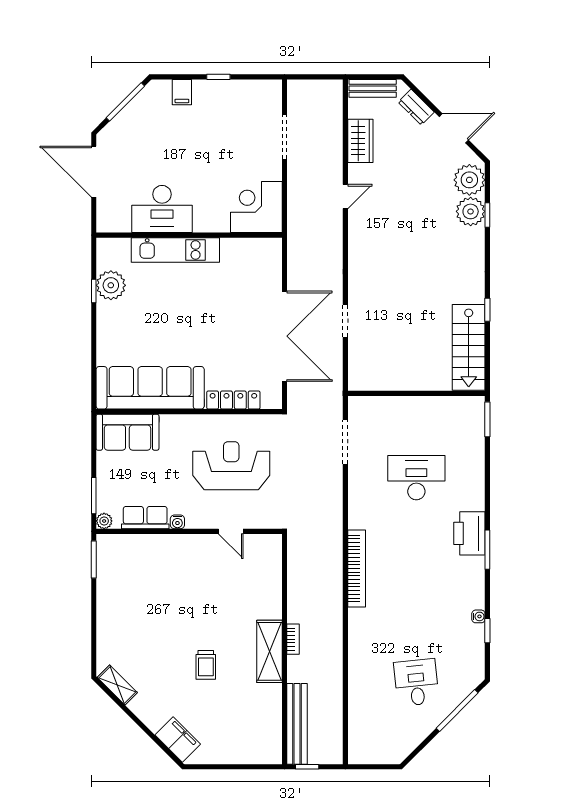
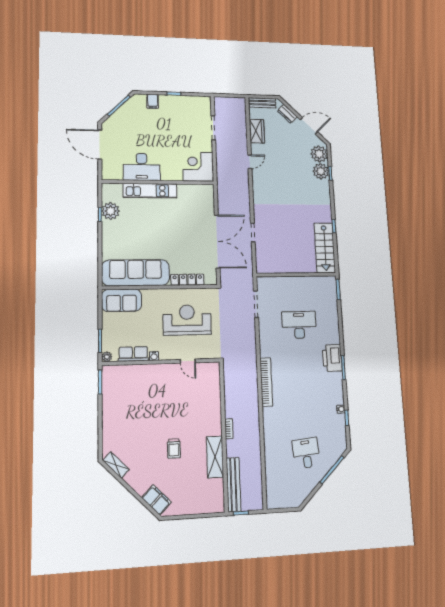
shelving: (270, 651) -> (215, 457), moved

